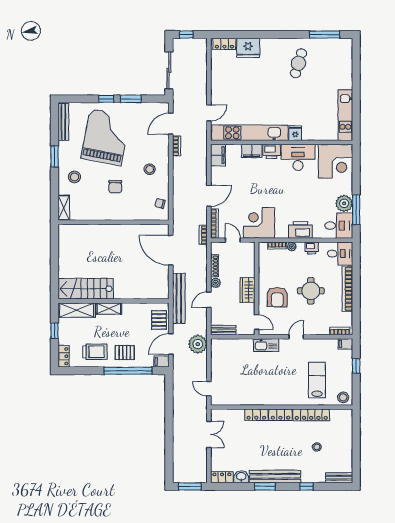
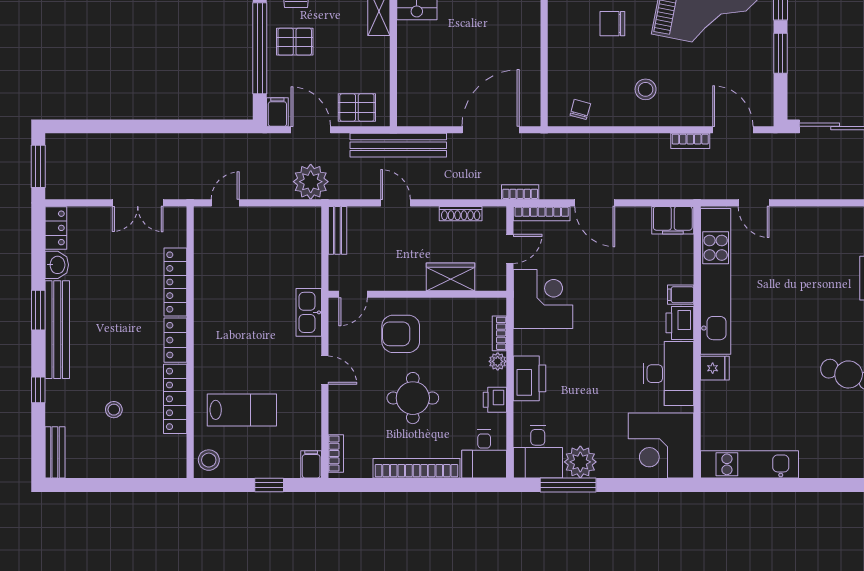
filing cabinet: (252, 151) -> (681, 295), width x0.50
plant: (216, 283) -> (428, 216), removed
wardrobe: (247, 290) -> (451, 277), moved
pallet: (125, 353) -> (295, 42), turned 90
locker: (256, 415) -> (175, 282), width x1.53

